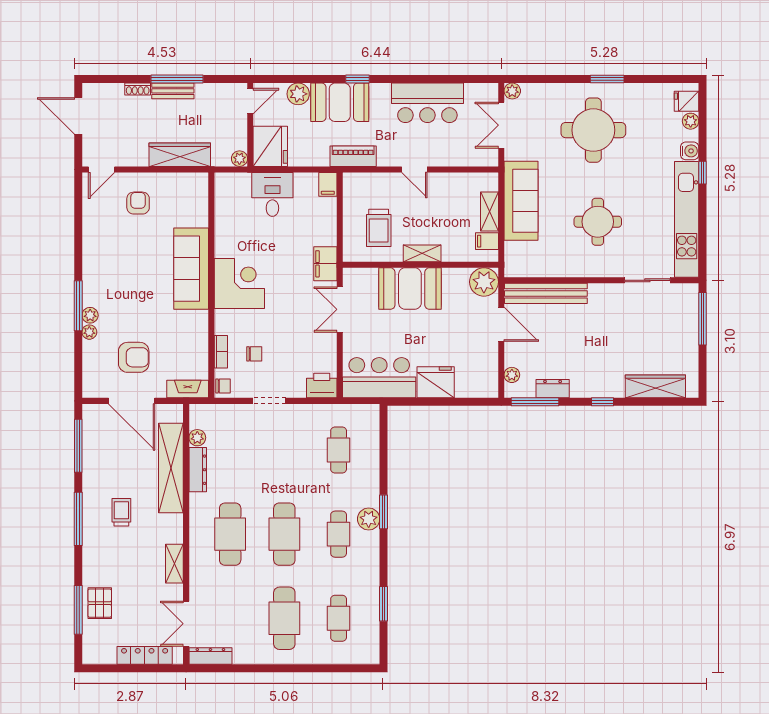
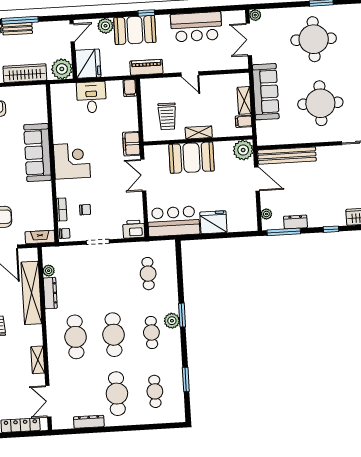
plant: (239, 159) -> (62, 69), width x1.88, depth x1.88
round table: (598, 222) -> (320, 103), width x1.36, depth x1.36
dresser: (210, 656) -> (89, 422), moved

